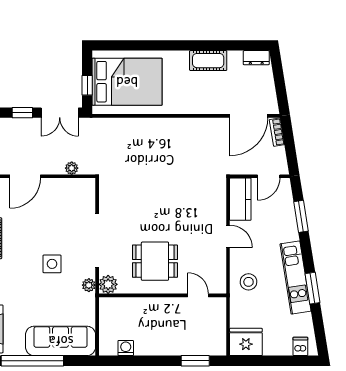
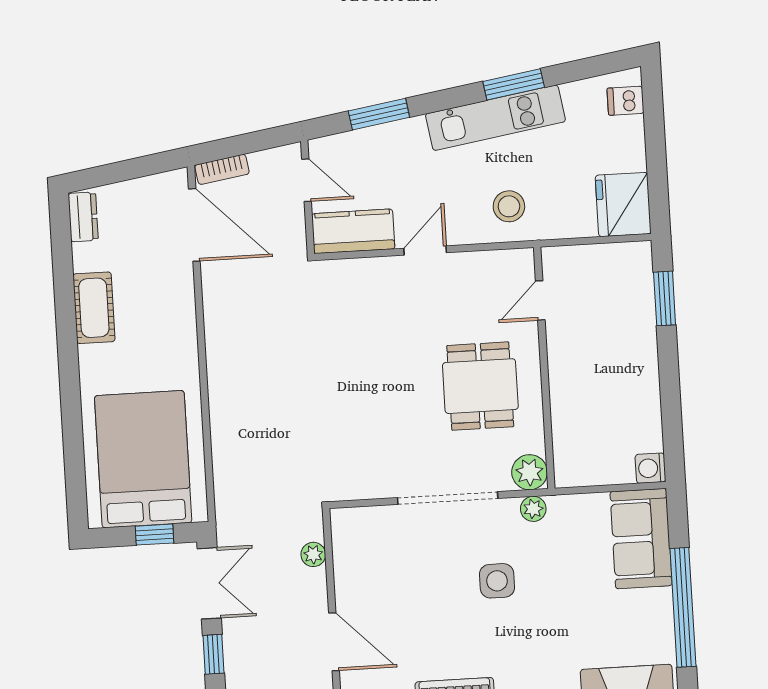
sofa: (61, 341) -> (641, 539), width x0.73
washing machine: (126, 348) -> (650, 468), moved

